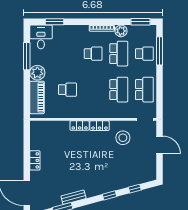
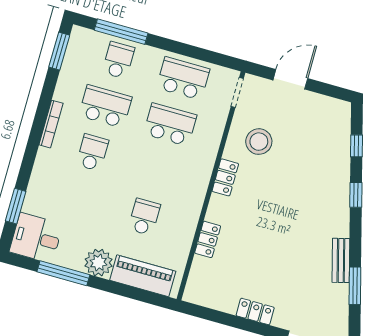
plant: (121, 31) -> (66, 91), removed
locker: (80, 126) -> (208, 239), moved

